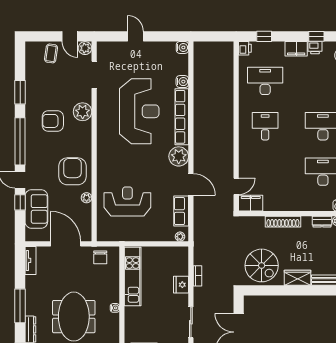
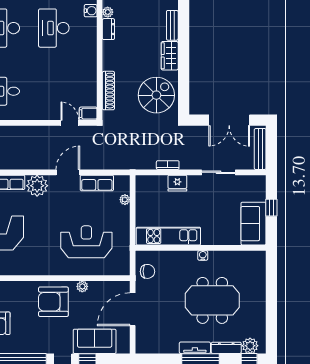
reception desk: (127, 201) -> (86, 242), turned 90
filing cabinet: (251, 203) -> (88, 114), width x0.50
shoe rack: (283, 222) -> (108, 91), moved
plant: (180, 237) -> (125, 200), moved
tv unit: (30, 260) -> (195, 348), moved

